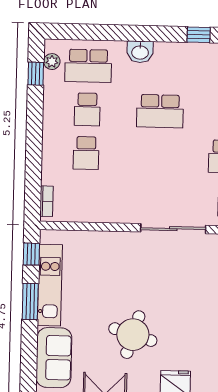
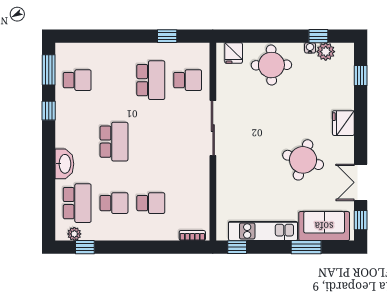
washbasin: (140, 52) -> (64, 164), width x1.38
window: (30, 301) -> (306, 247), moved

